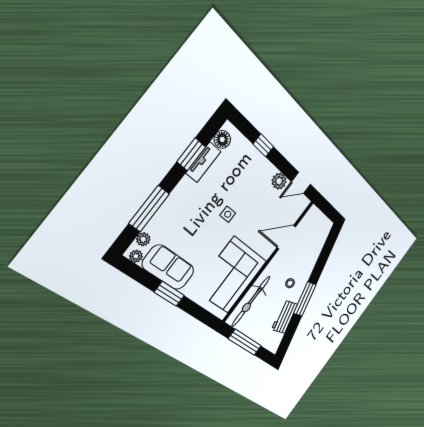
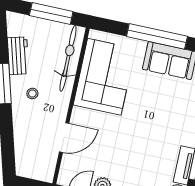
side table: (228, 214) -> (138, 132), removed
window: (169, 294) -> (157, 36), width x2.11

